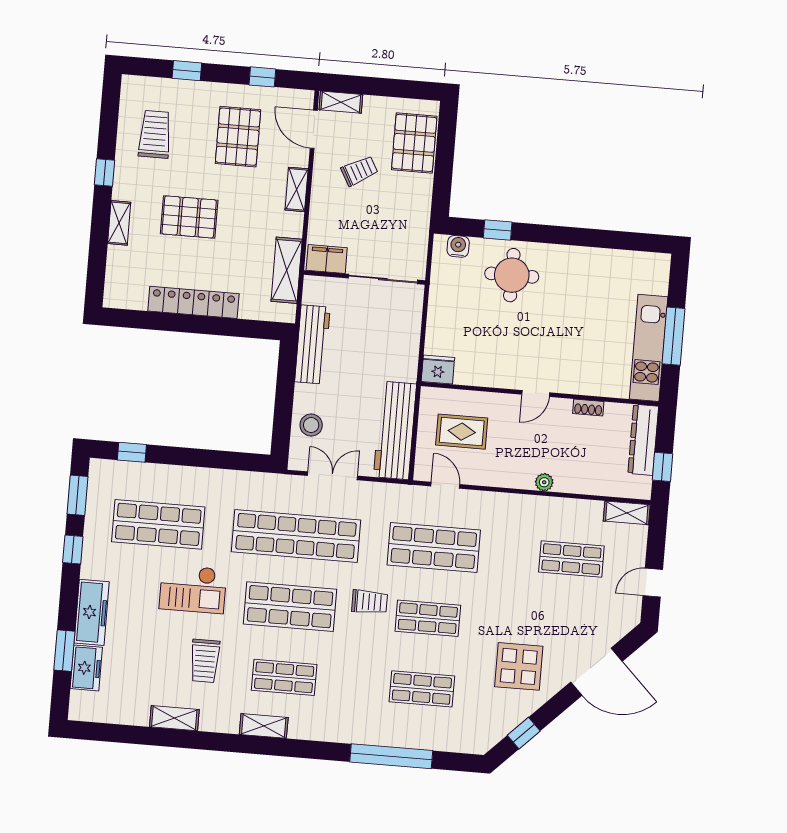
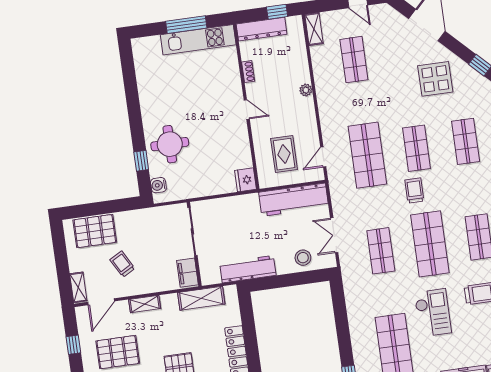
shop shelf: (296, 536) -> (381, 251), width x0.50, depth x0.74

